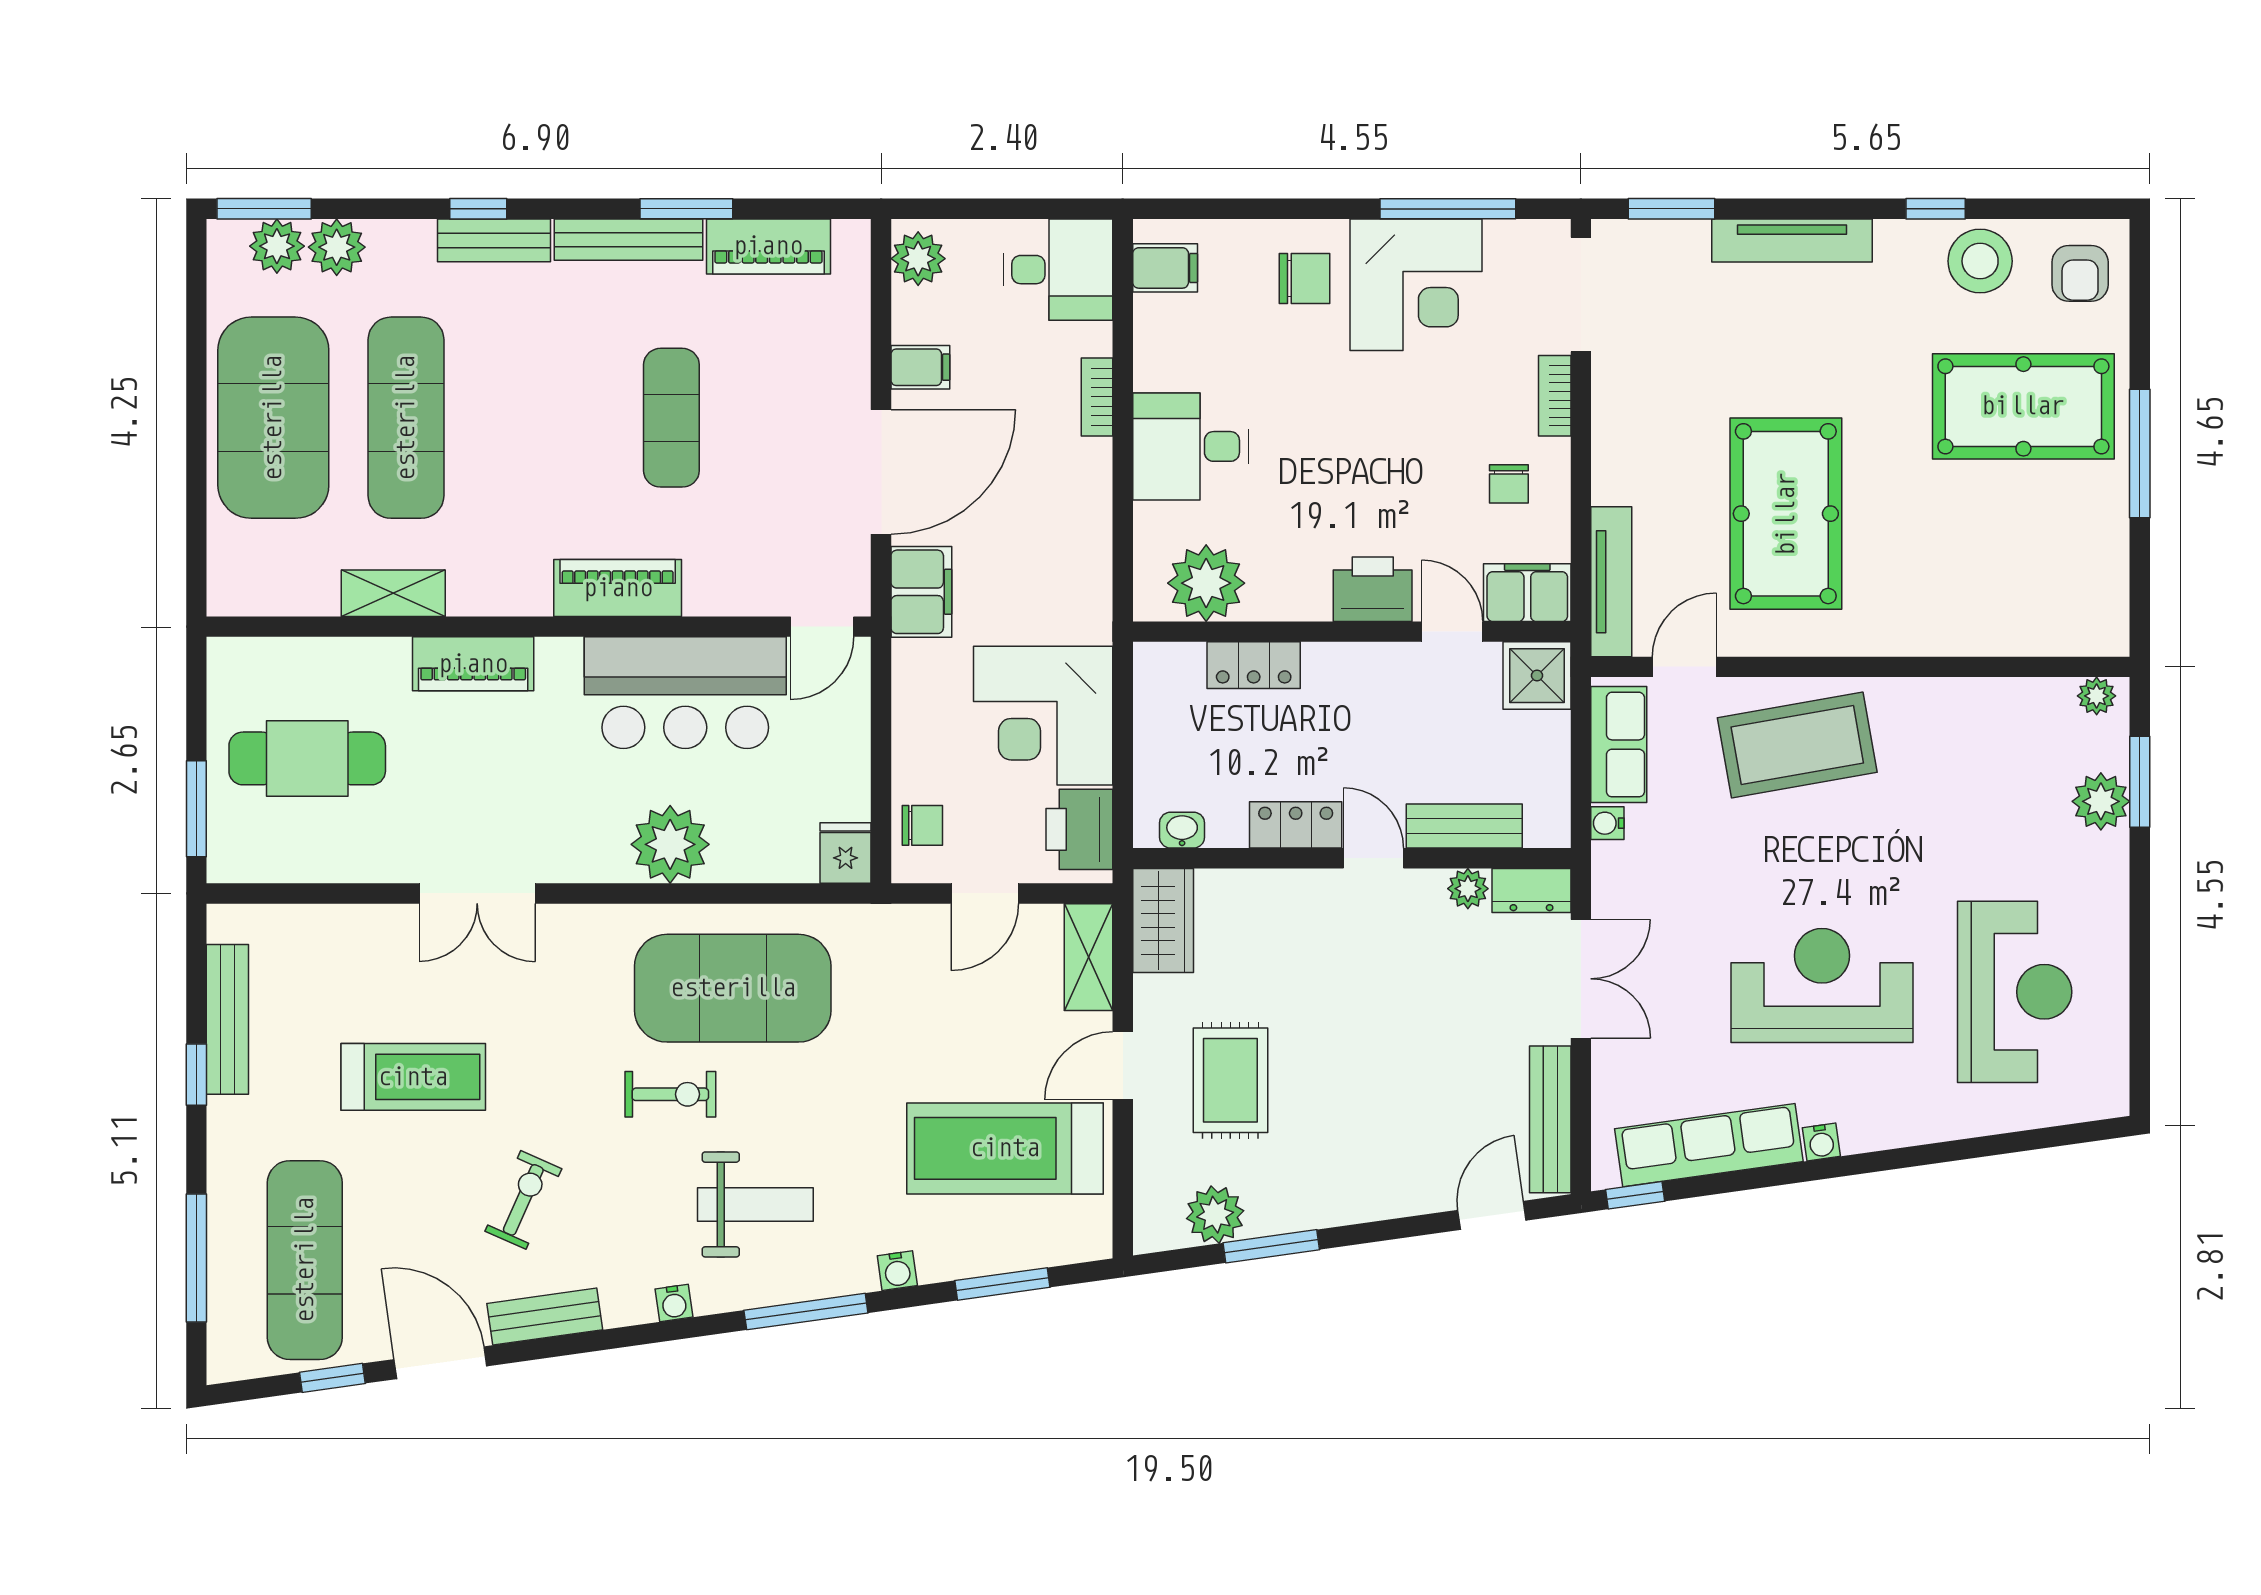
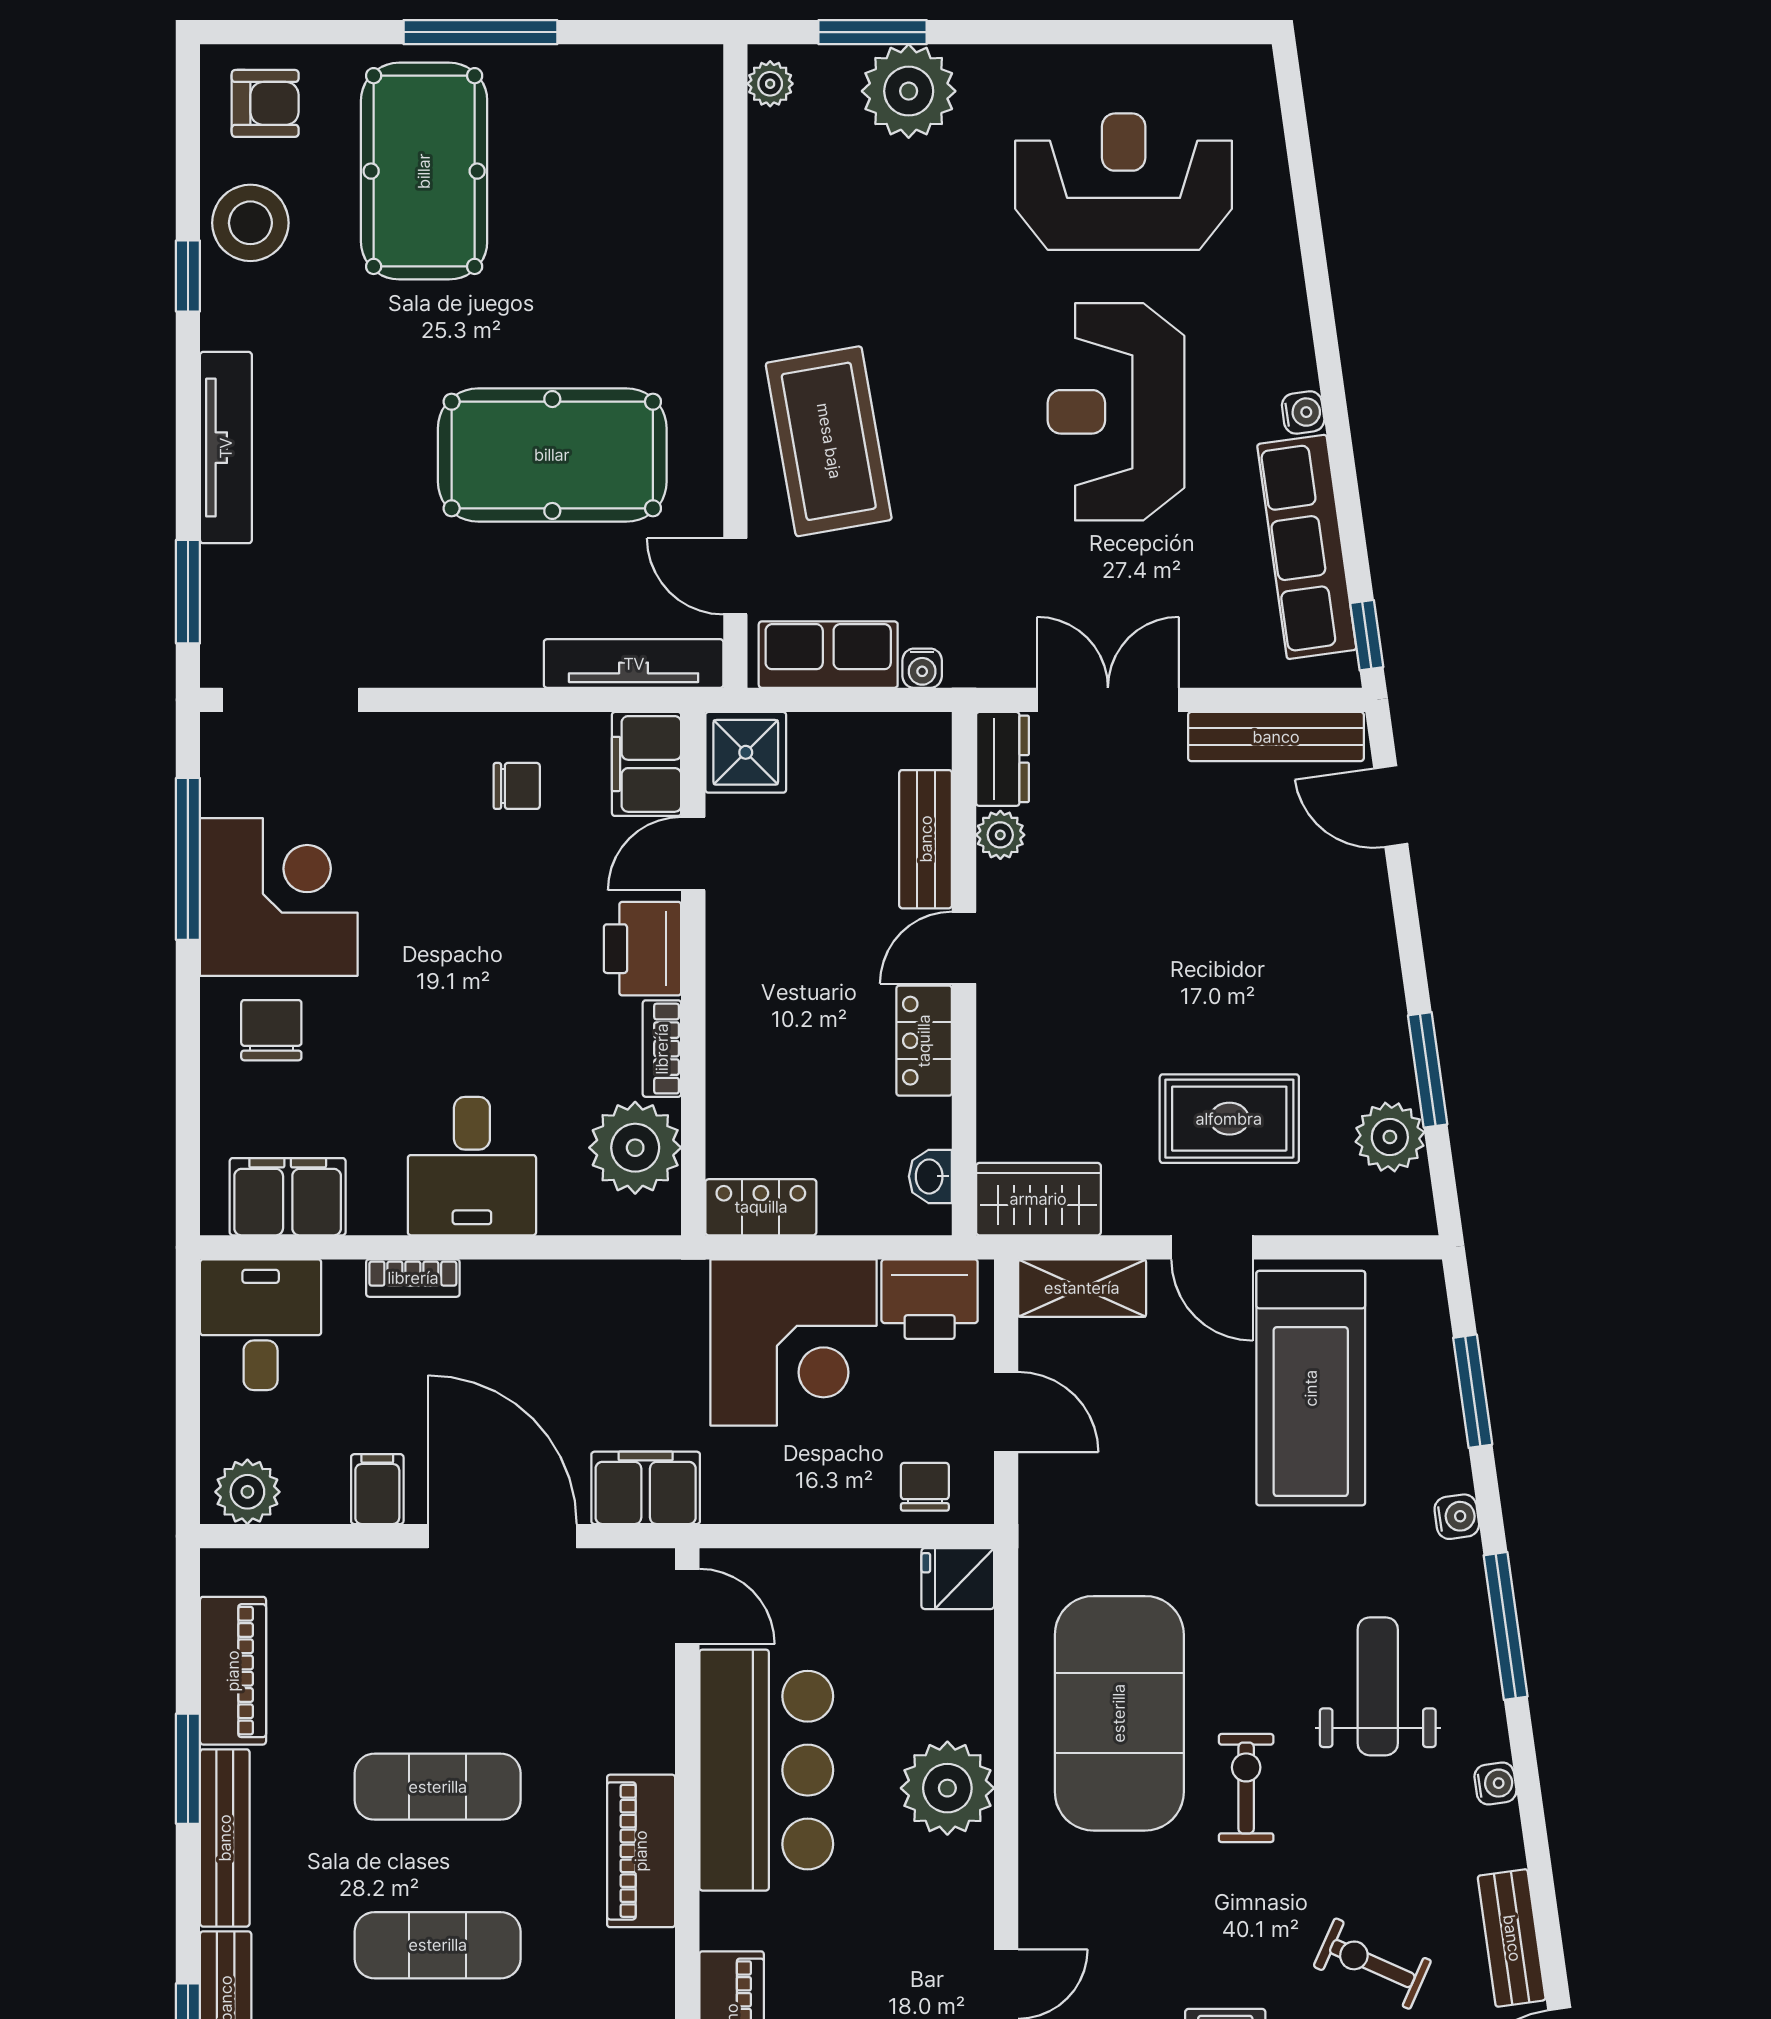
filing cabinet: (1165, 268) -> (288, 1197), width x2.00
bookcase: (1555, 396) -> (662, 1049), moved, turned 90
exercise mat: (539, 418) -> (438, 1945), added
locker: (1254, 665) -> (761, 1207), moved, turned -90
plant: (2101, 801) -> (909, 91), width x1.36, depth x1.36

